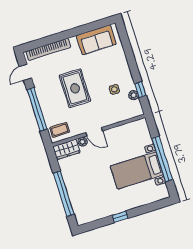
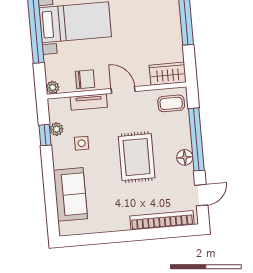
sofa: (96, 40) -> (70, 194), moved, turned 90
floor lamp: (42, 95) -> (185, 157), added
tv unit: (116, 118) -> (89, 102), added
chair: (122, 133) -> (85, 79), added
plant: (83, 142) -> (53, 87), moved

